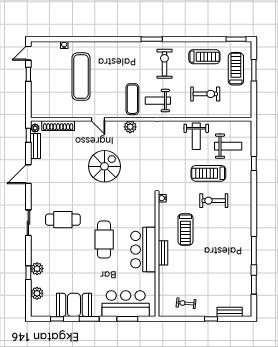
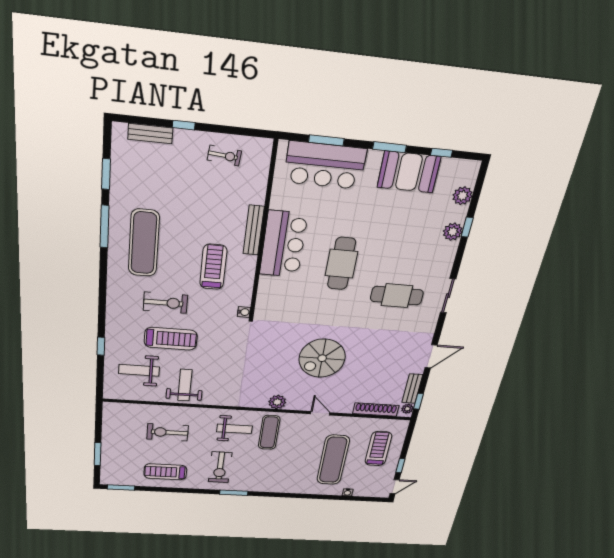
treadmill: (236, 69) -> (378, 449), moved, turned 180
exercise mat: (230, 242) -> (144, 243), added
bench: (163, 253) -> (254, 230), width x1.36

